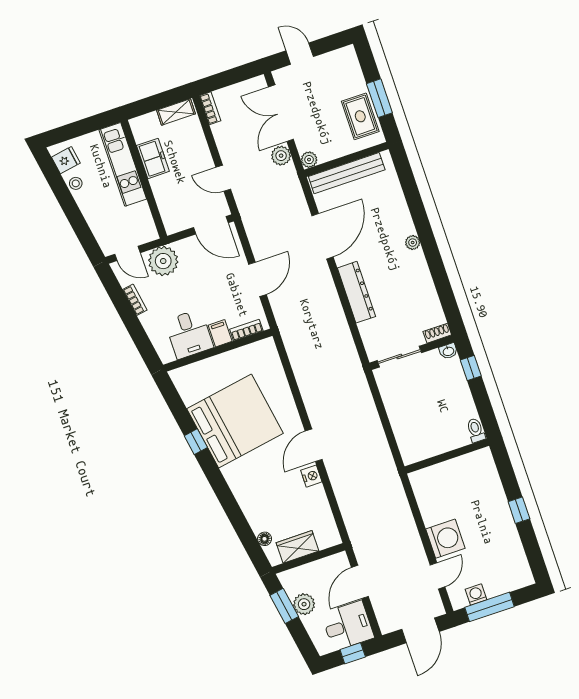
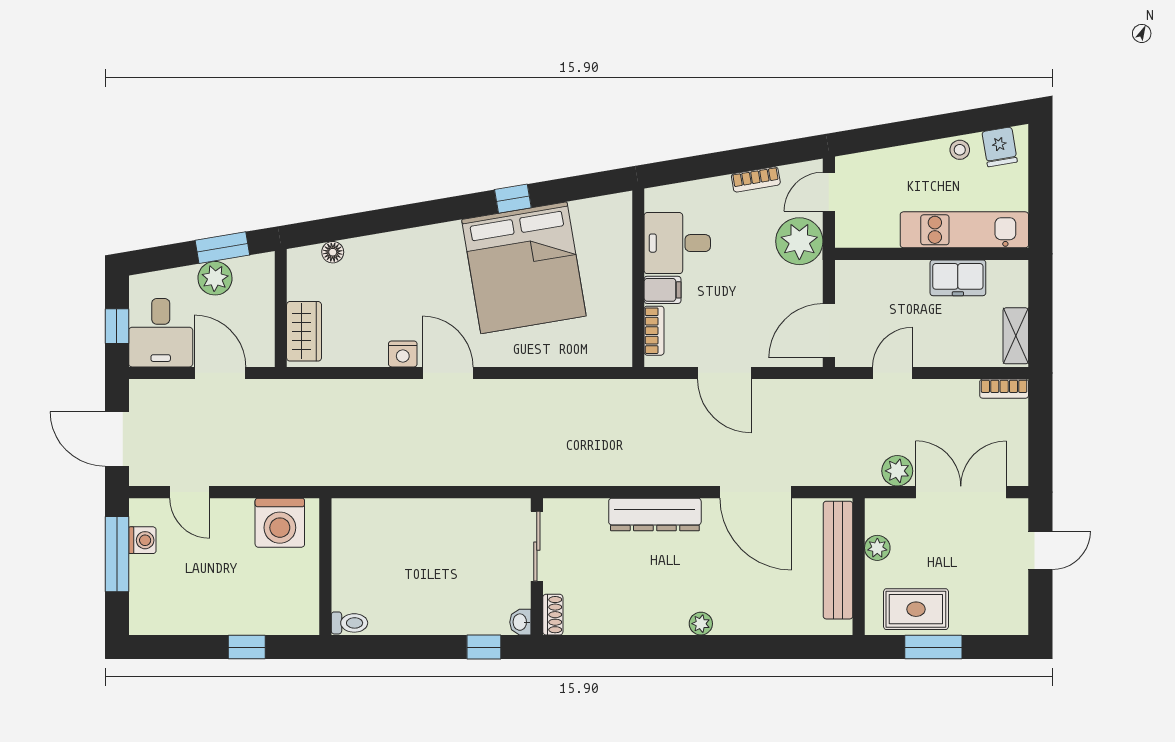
plant: (309, 160) -> (877, 548), moved
toilet: (476, 430) -> (349, 623), moved
wall: (447, 456) -> (325, 567), moved
washing machine: (445, 539) -> (280, 523), moved
wardrobe: (297, 547) -> (304, 331), moved

